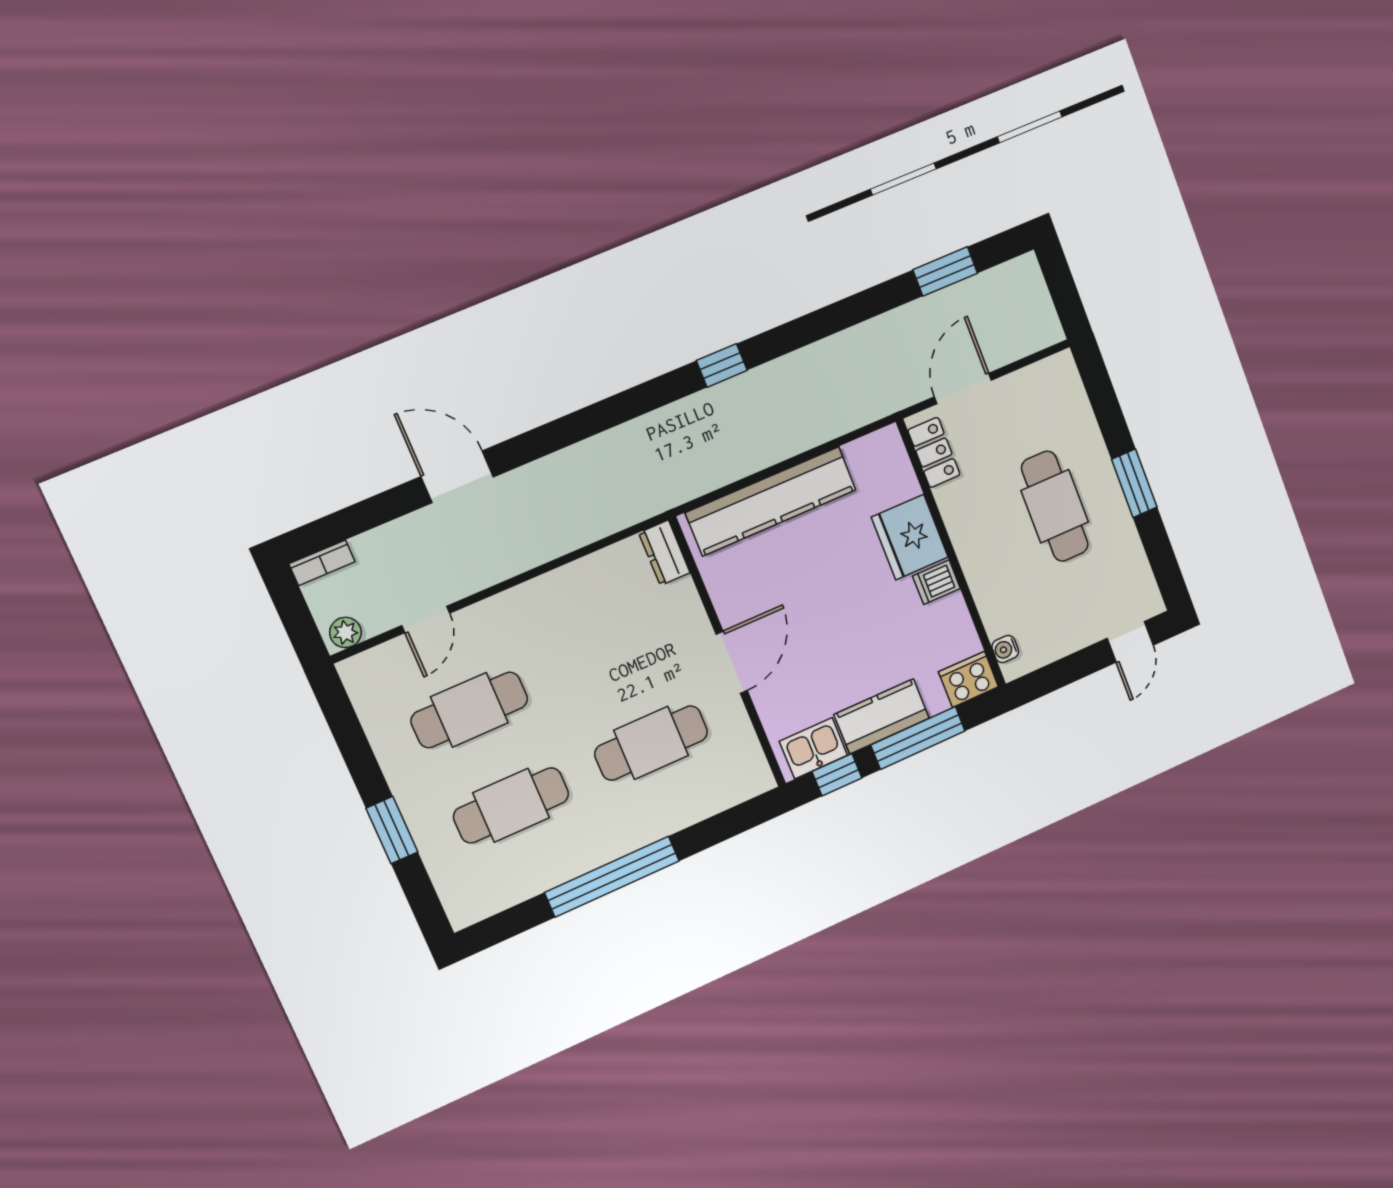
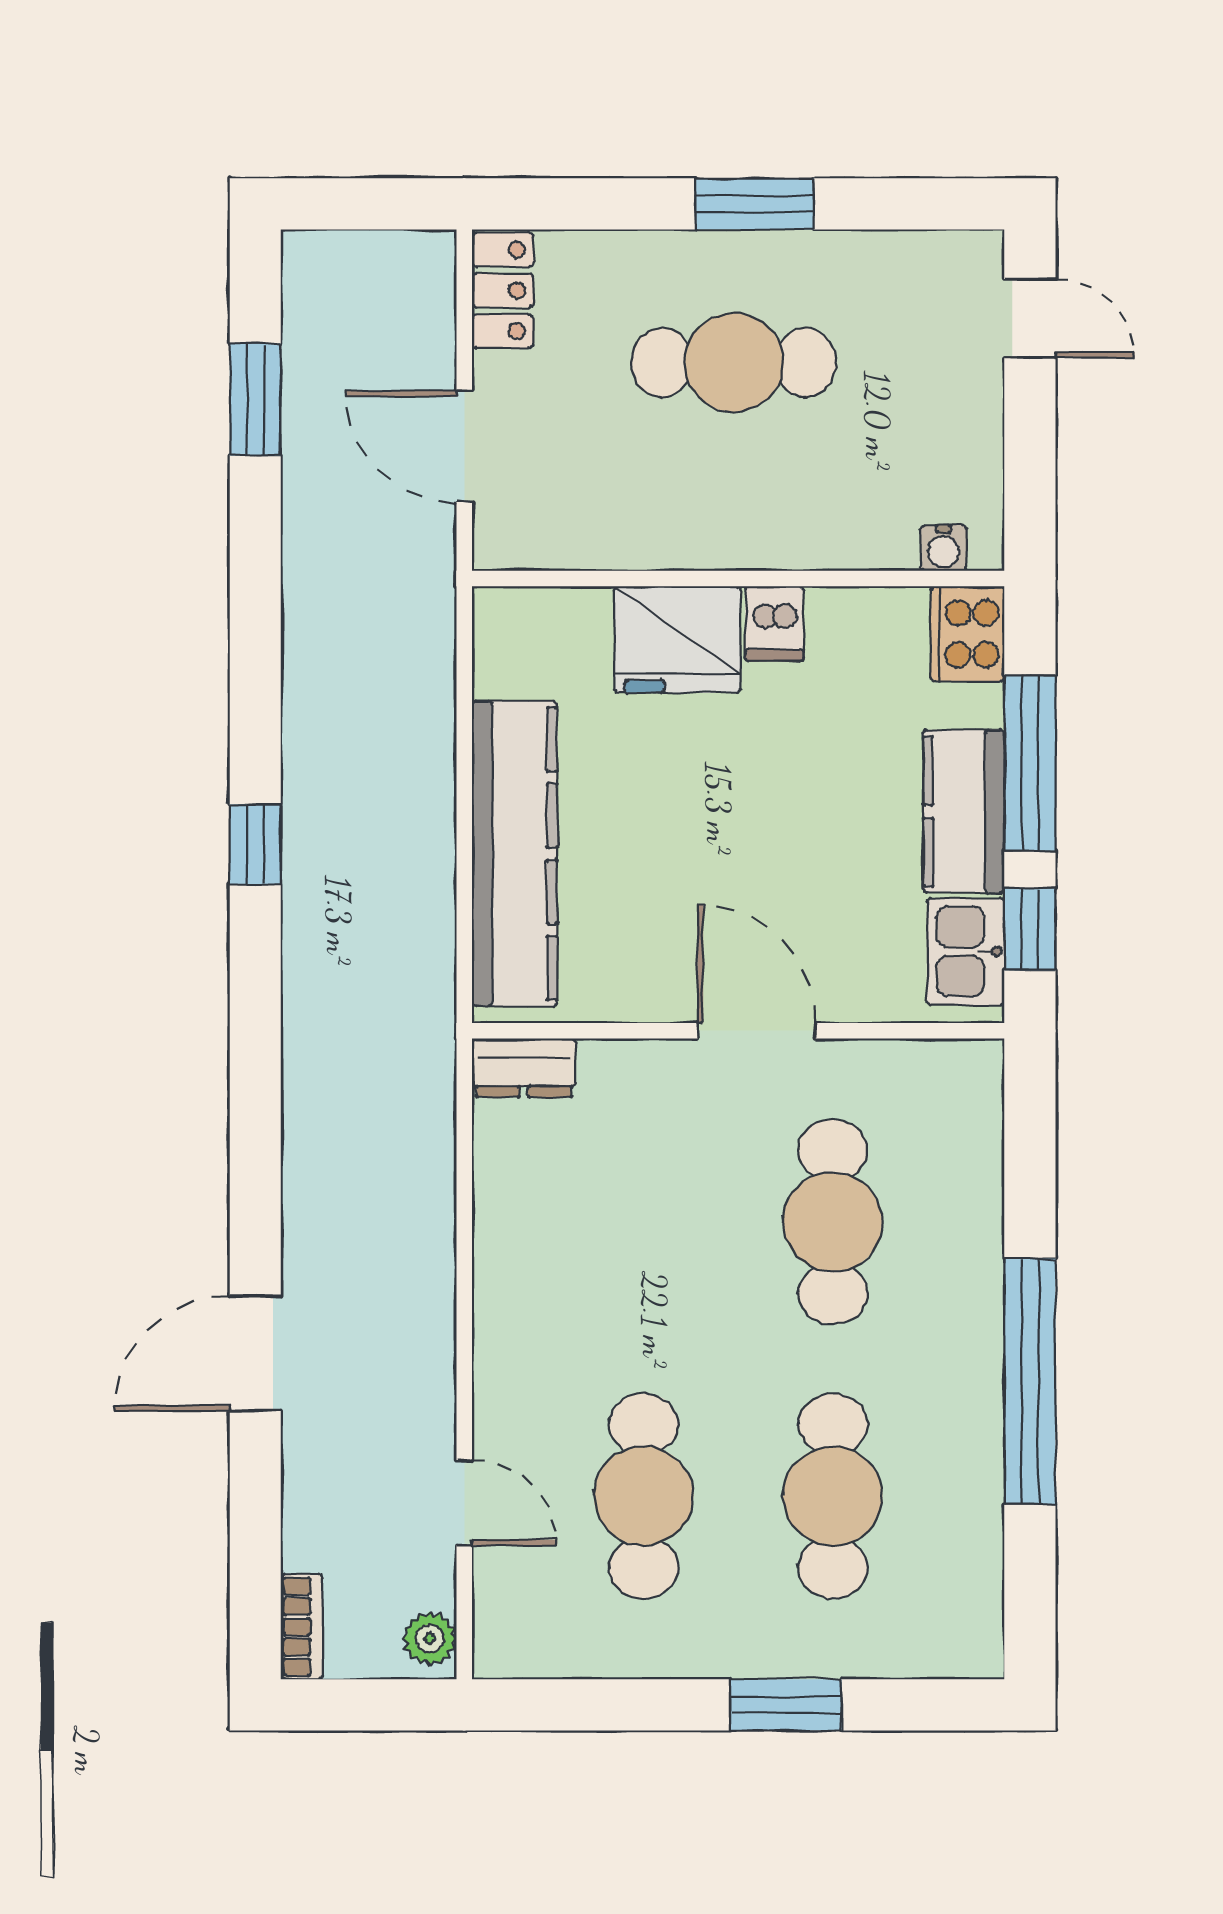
locker: (934, 452) -> (503, 290), moved, turned 90

